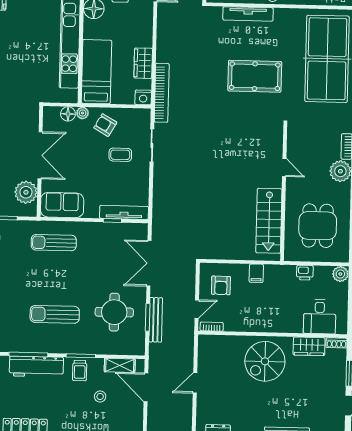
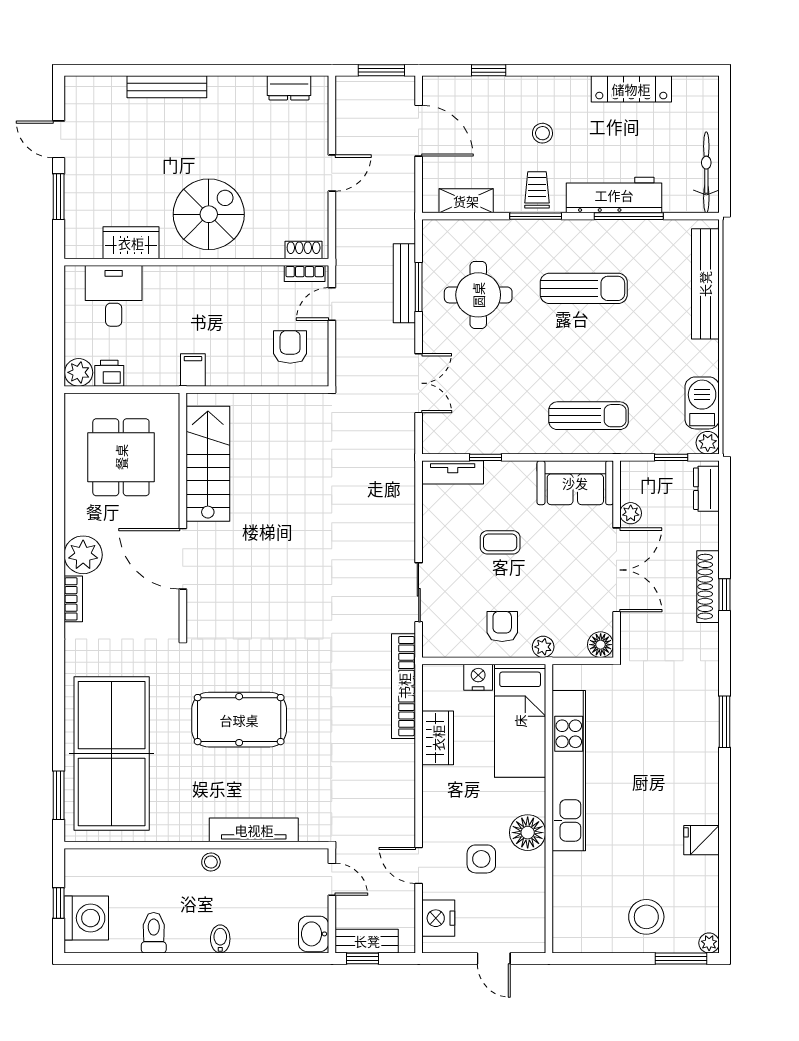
nightstand: (143, 97) -> (478, 677), moved
floor lamp: (68, 114) -> (601, 645), moved
armchair: (105, 125) -> (502, 626), turned -120
double door: (40, 155) -> (617, 570), swing flipped
coffee table: (120, 155) -> (500, 542), moved
door: (284, 168) -> (183, 559), width x1.88
plant: (26, 192) -> (631, 513), width x0.53, depth x0.53
tv unit: (124, 212) -> (453, 472), width x0.71
double door: (149, 263) -> (419, 383), width x0.73
filing cabinet: (256, 273) -> (193, 370), moved
printer: (305, 273) -> (109, 373), moved
shoe rack: (337, 343) -> (304, 250), moved
door: (146, 387) -> (419, 131), moved
stool: (100, 396) -> (542, 133), moved

